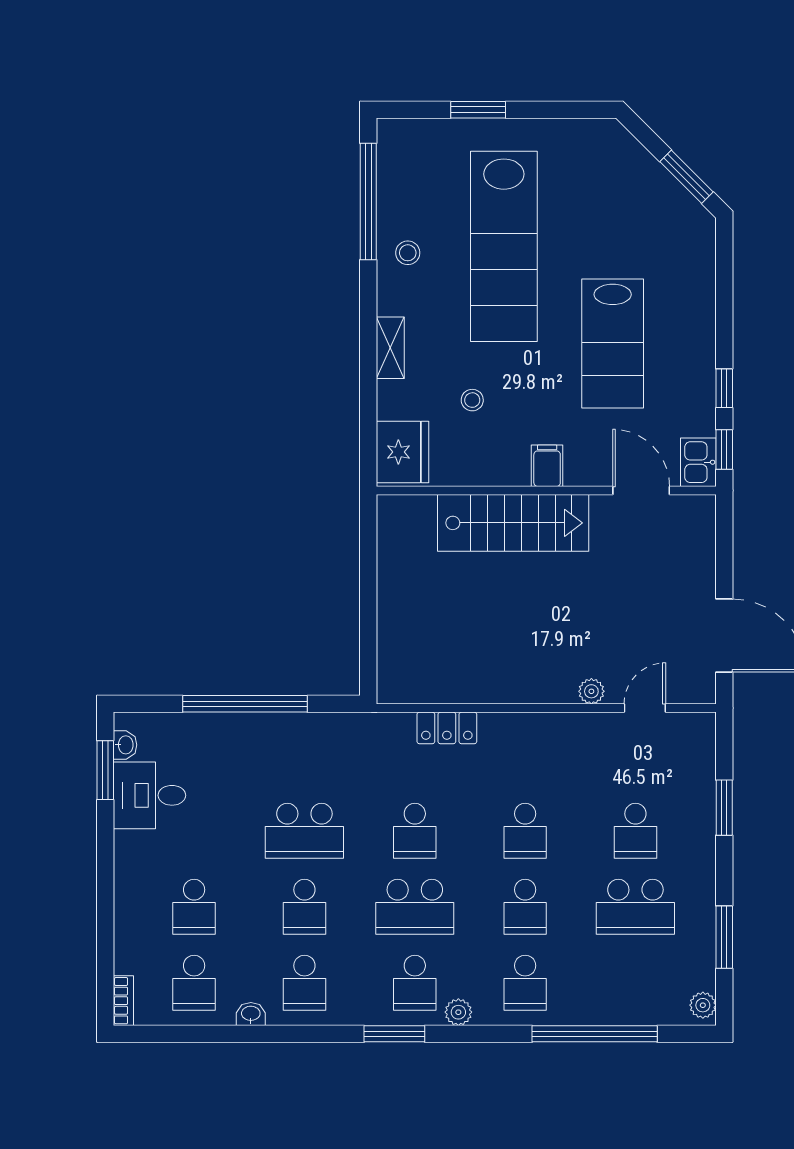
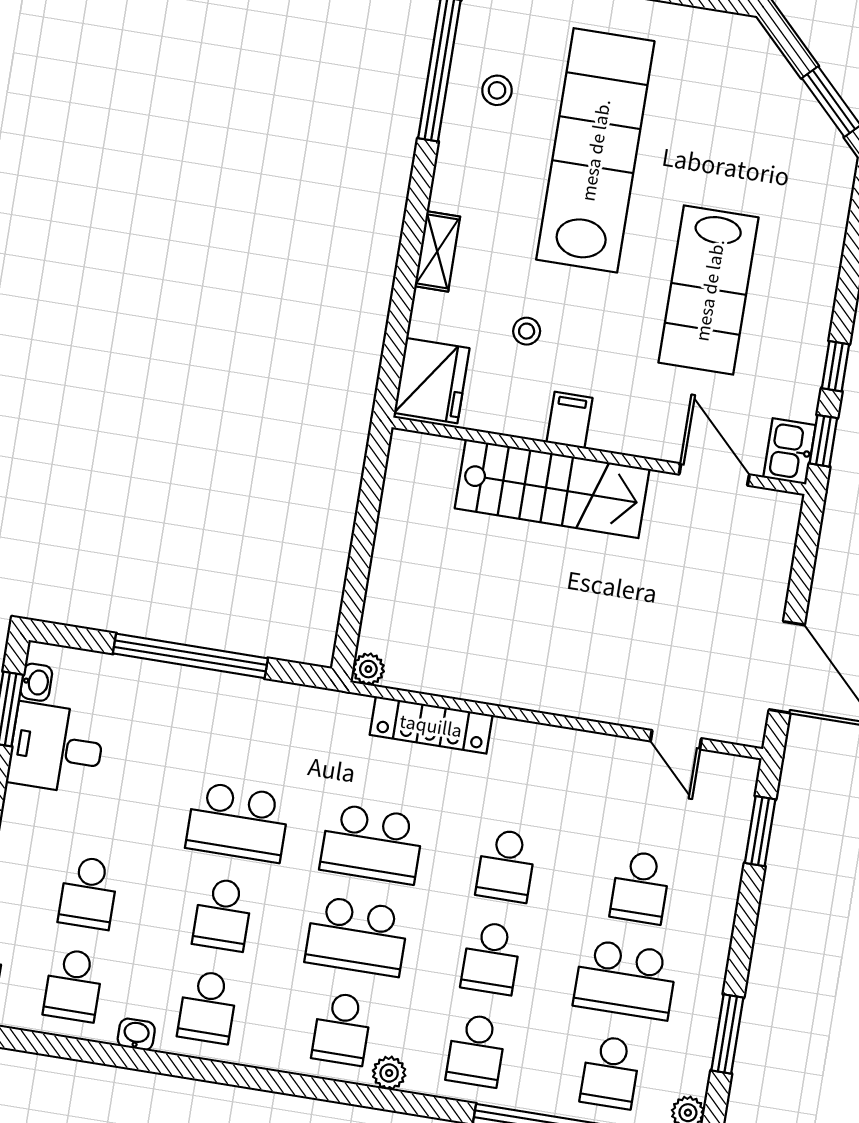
lab bench: (504, 246) -> (595, 150), turned 180
stool: (408, 253) -> (497, 90), moved
filing cabinet: (547, 466) -> (570, 420), moved
plant: (591, 691) -> (368, 669), moved
door: (645, 708) -> (676, 740), swing flipped
locker: (447, 728) -> (431, 725), width x1.53
window: (724, 808) -> (760, 831), moved
school desk: (415, 831) -> (372, 844), width x1.85
school desk: (635, 983) -> (610, 1072), added
window: (394, 1034) -> (307, 1087), removed

